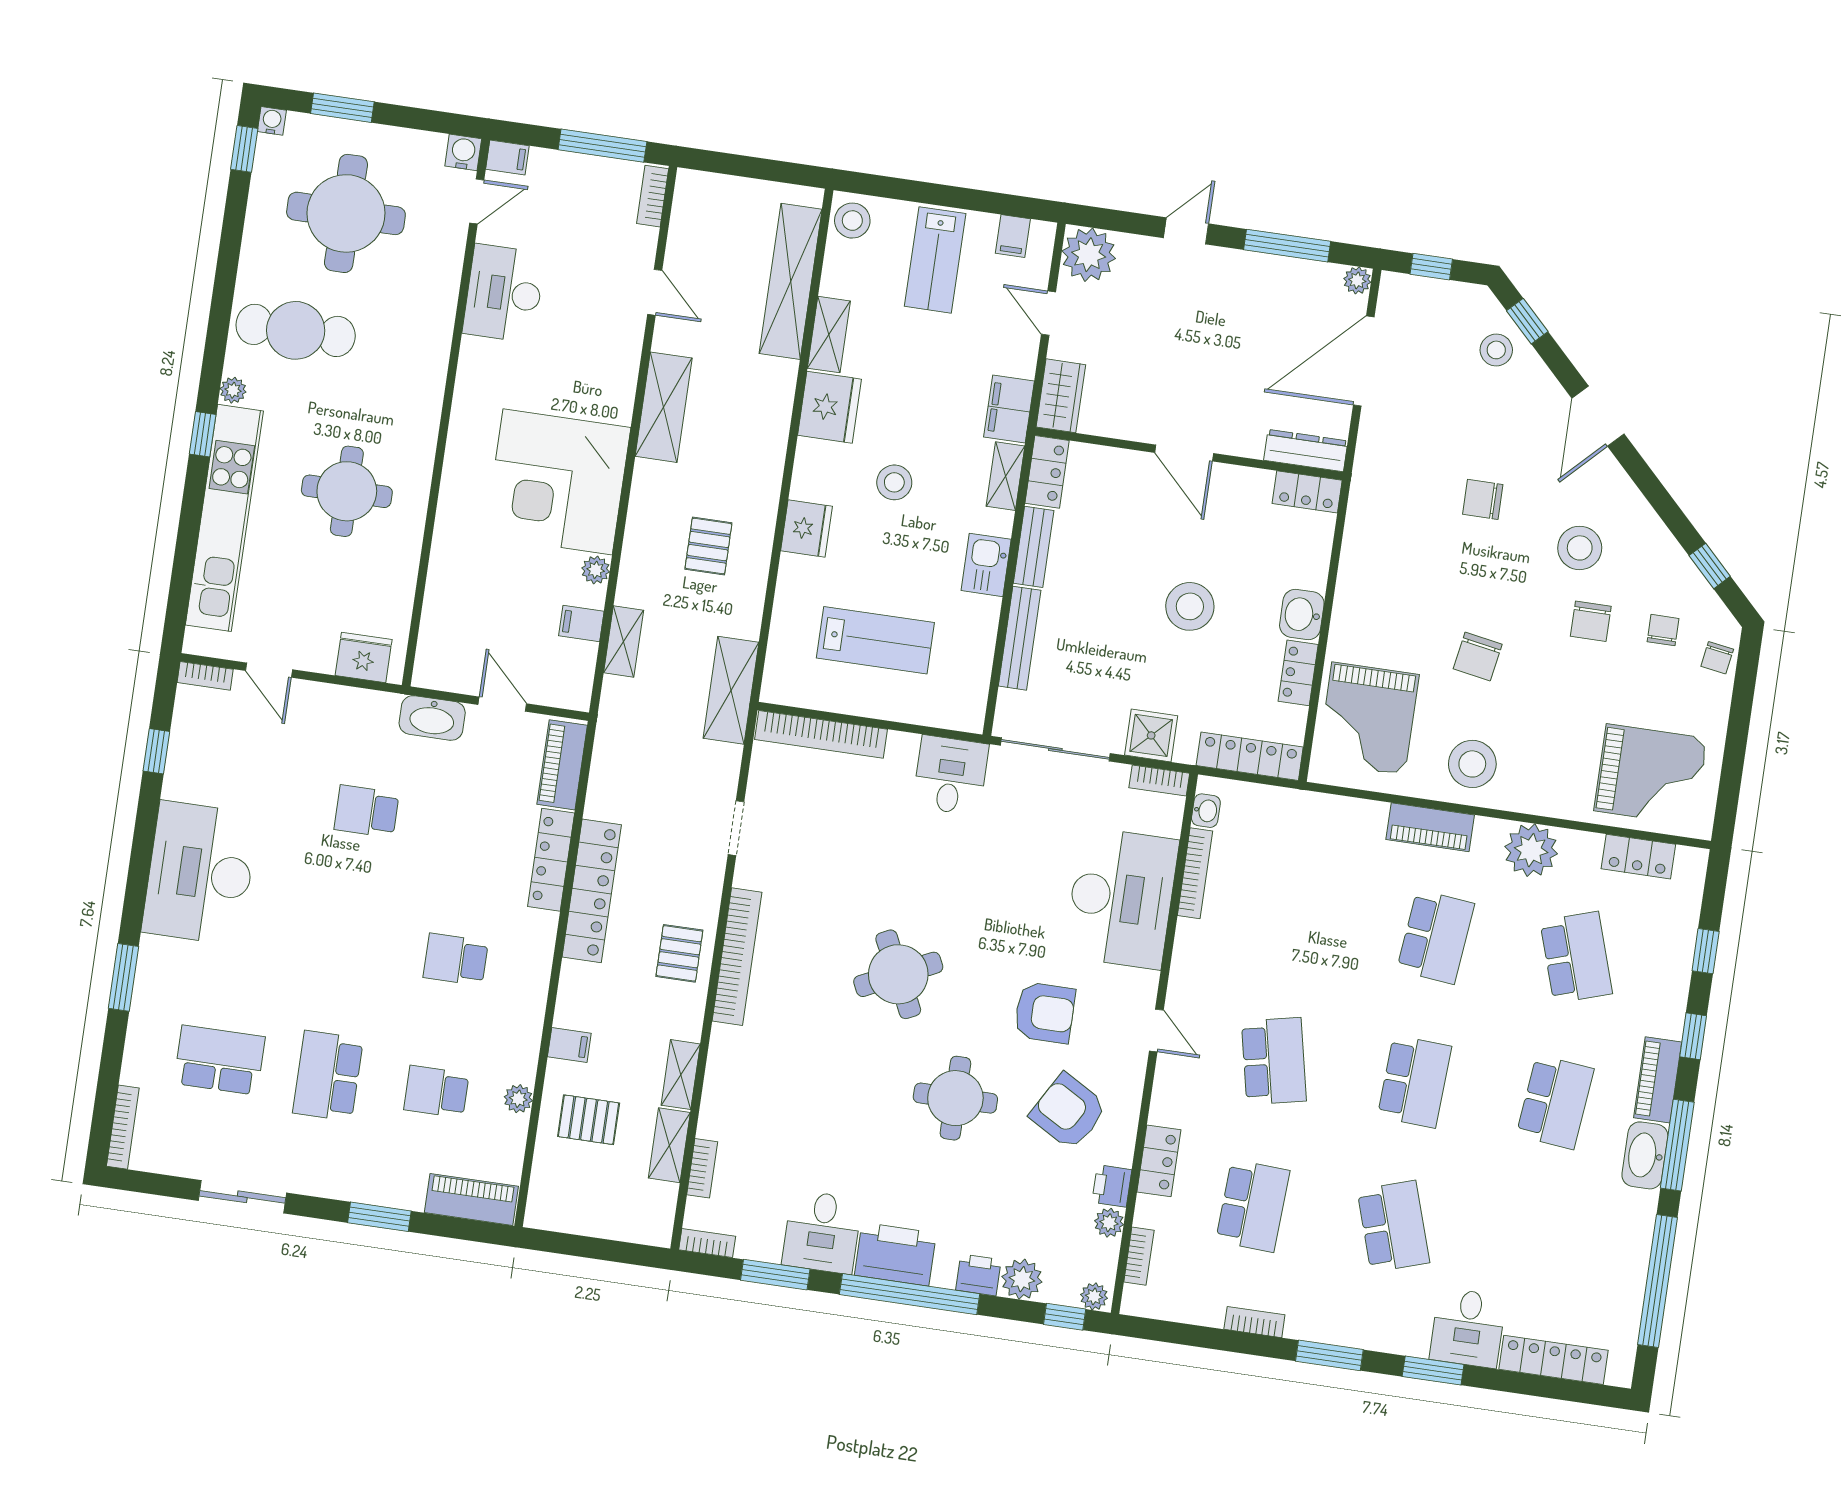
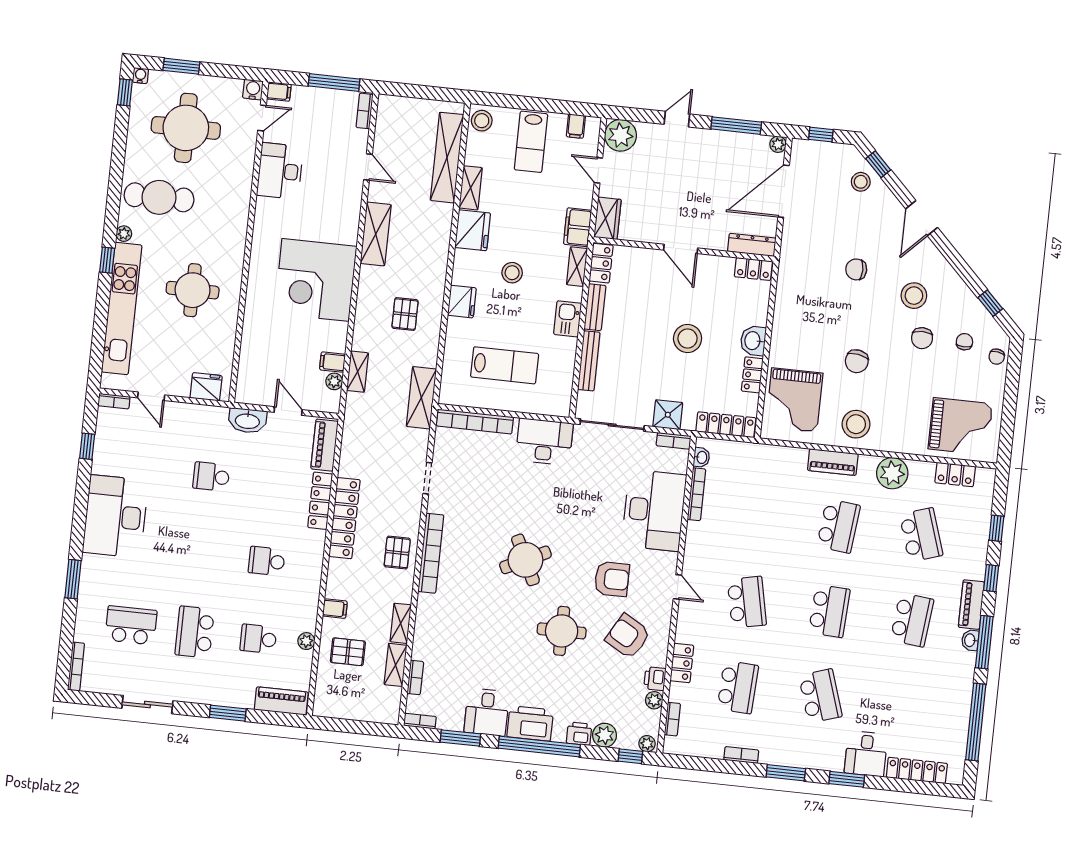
plant: (596, 570) -> (334, 381), moved
desk: (951, 775) -> (544, 442), width x1.37
washbasin: (1645, 1155) -> (970, 640), width x0.52, depth x0.69

